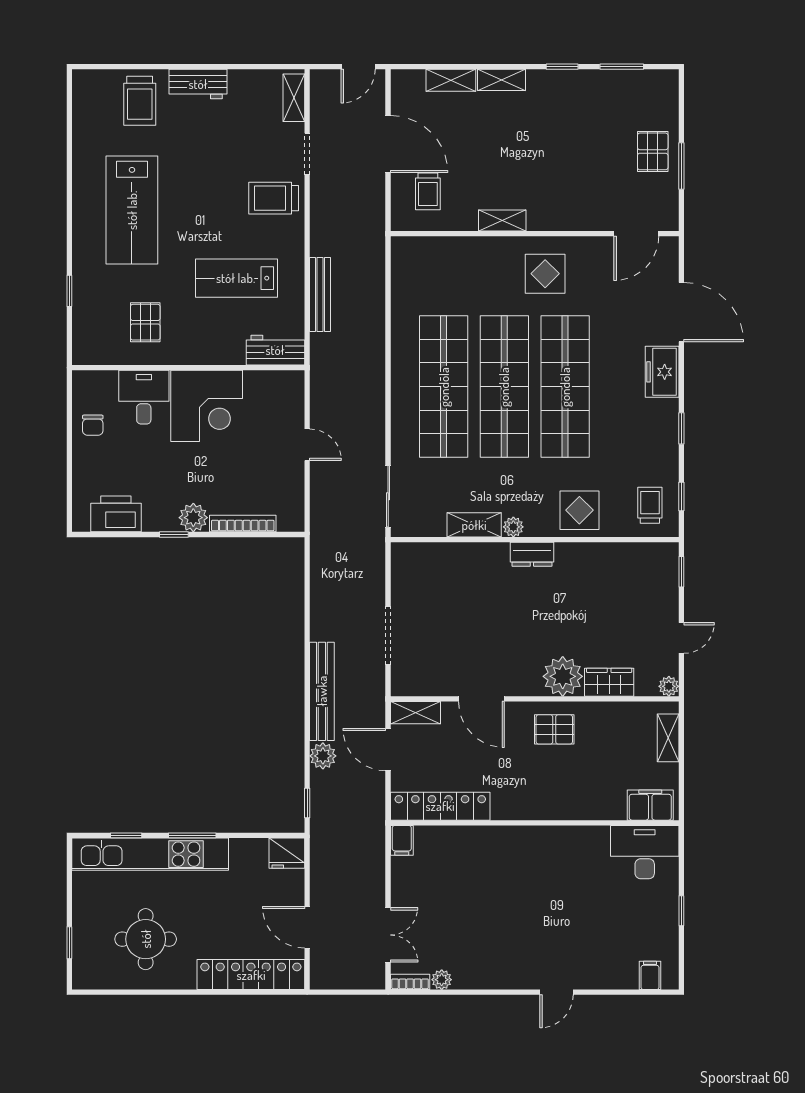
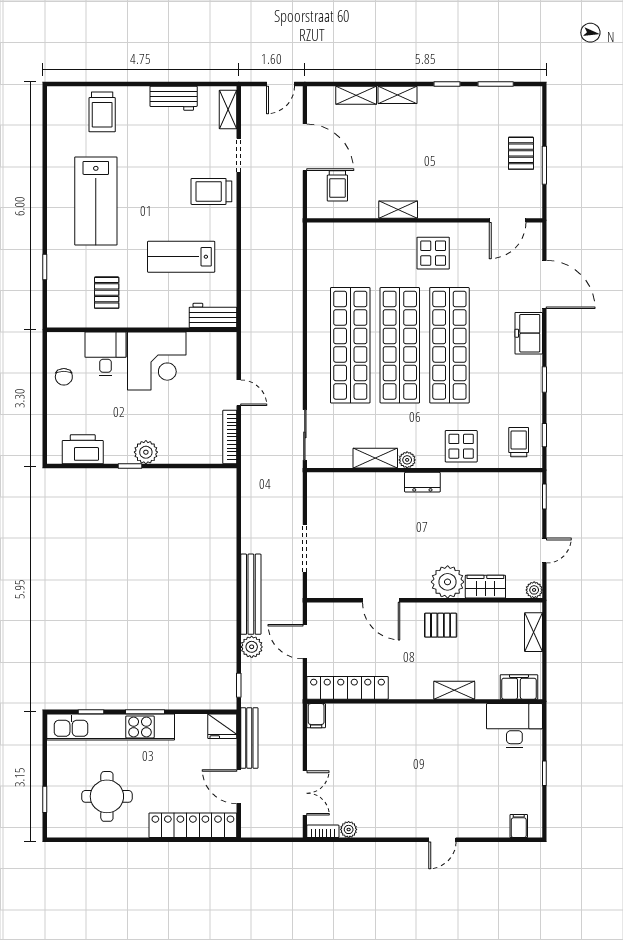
workbench: (198, 84) -> (174, 98), moved
bench: (320, 294) -> (249, 738), moved
bookcase: (243, 523) -> (230, 437), moved, turned -90
shelving: (415, 713) -> (454, 690), moved

